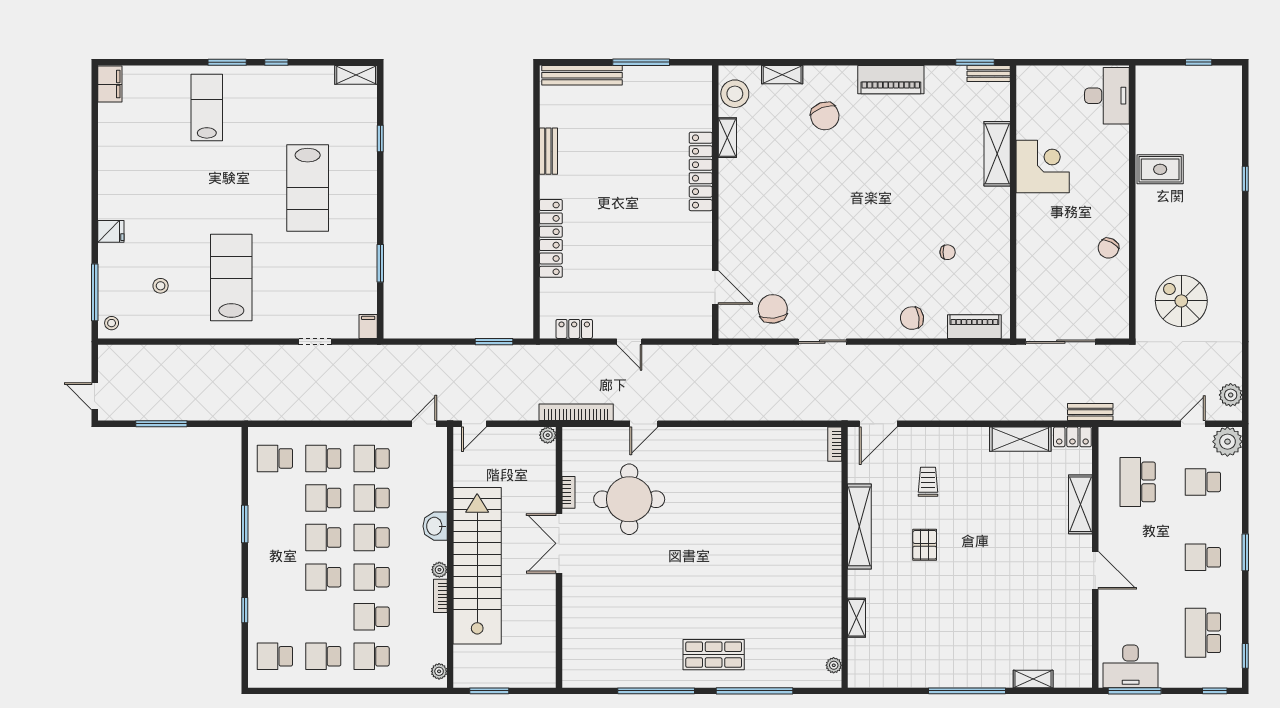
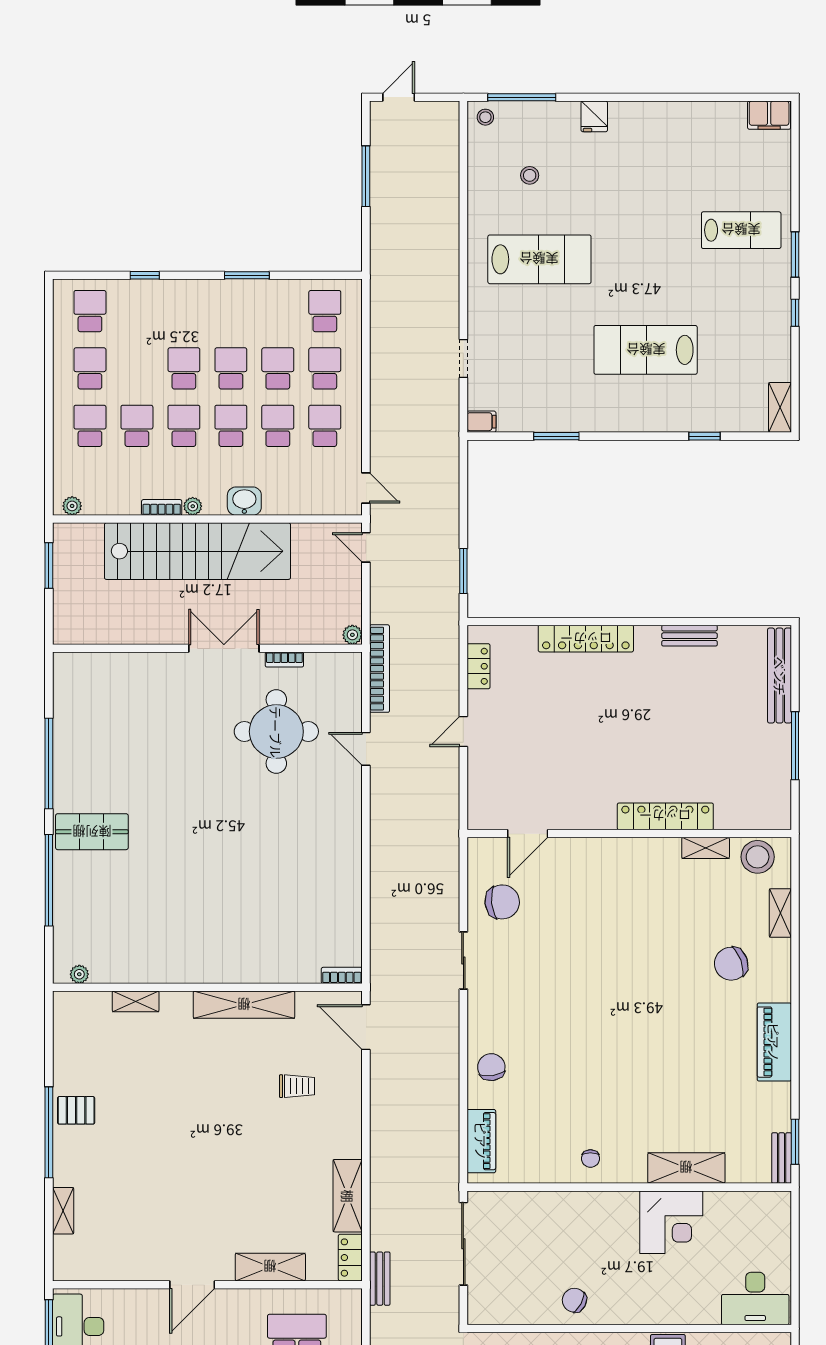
chair: (948, 252) -> (590, 1159), moved
pallet: (925, 545) -> (76, 1110), moved
shop shelf: (714, 655) -> (92, 832), turned 90

